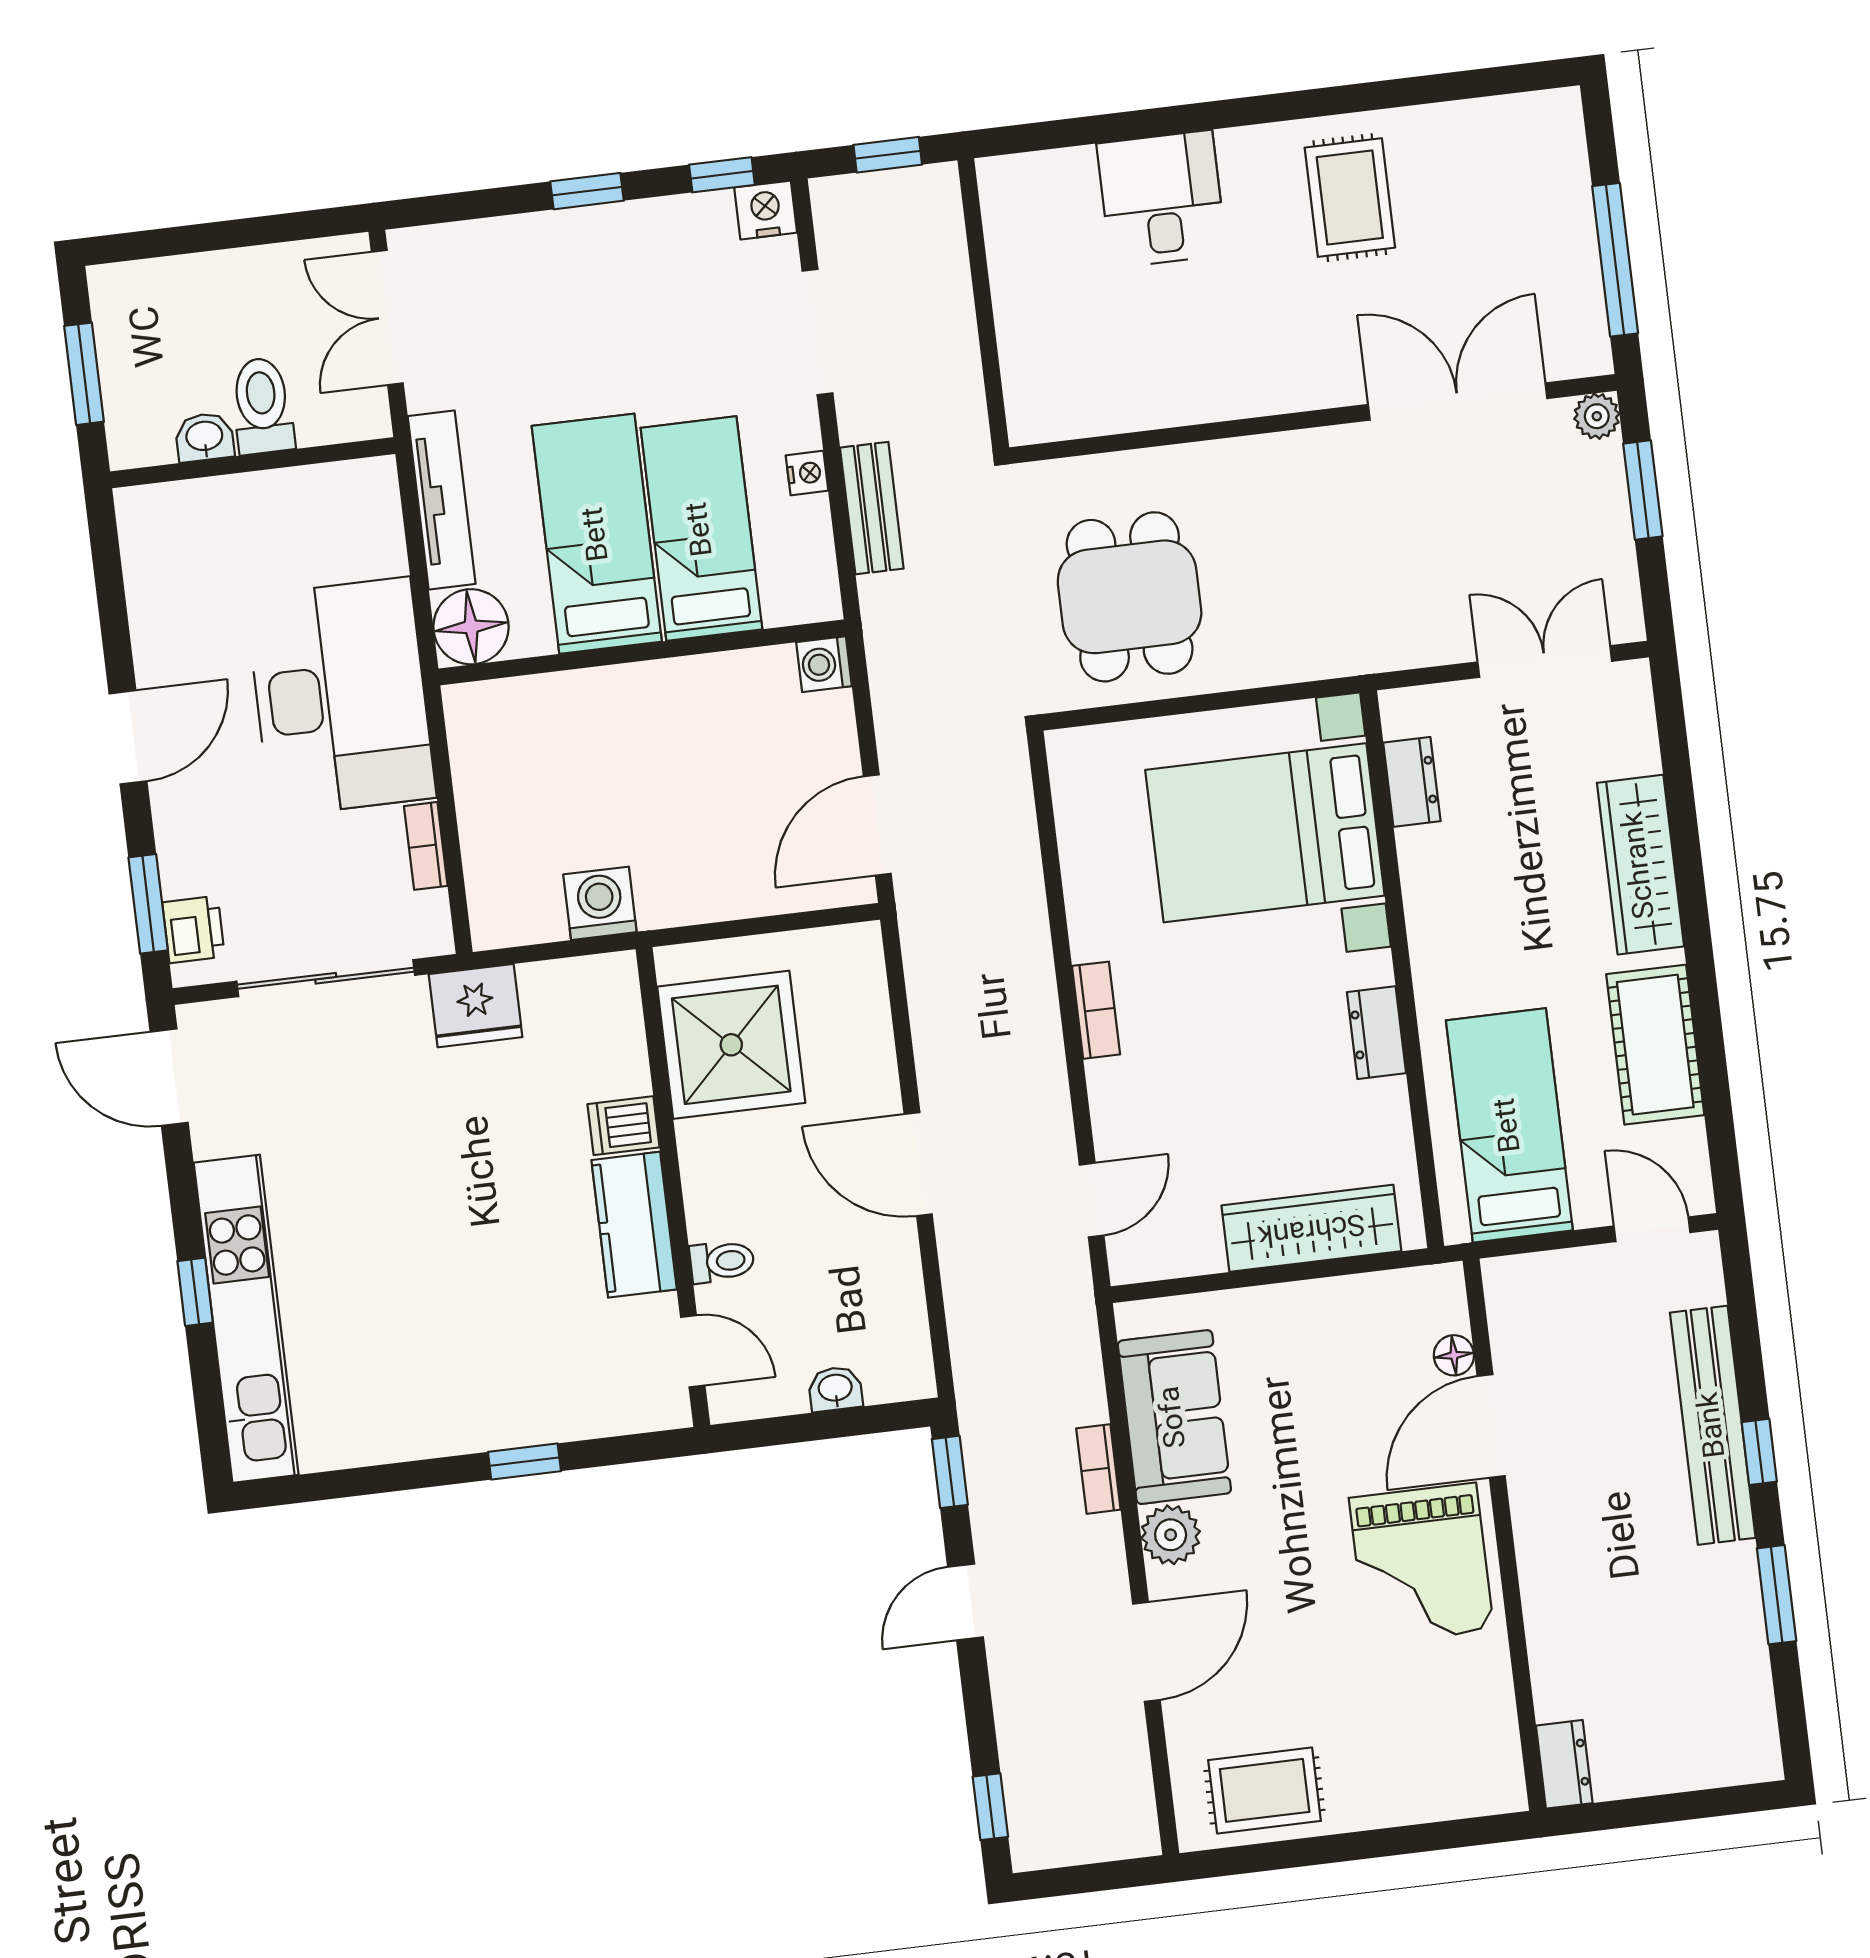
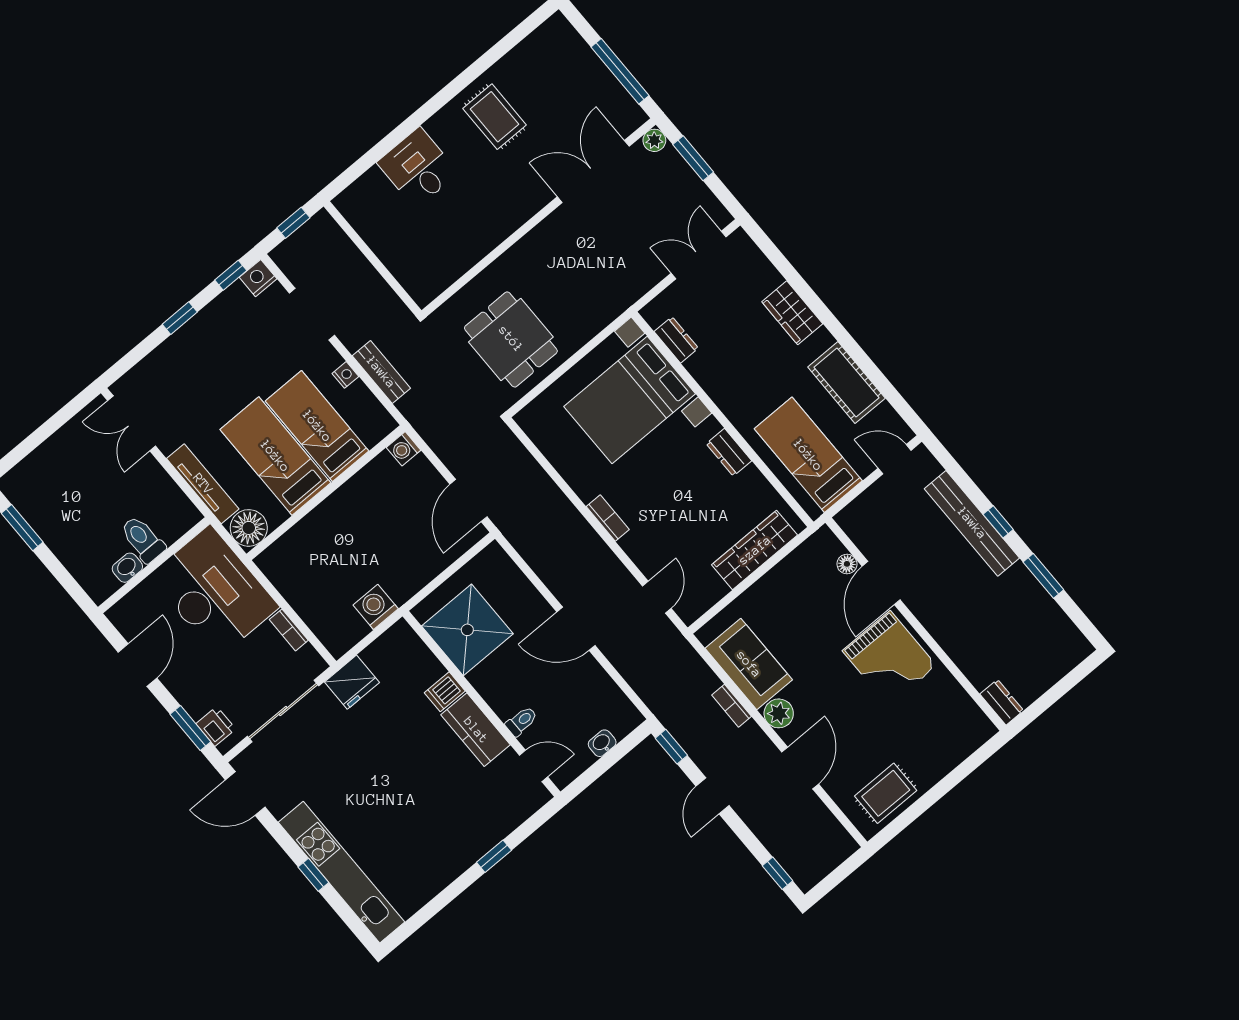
toilet: (262, 406) -> (143, 539), moved
washbasin: (204, 437) -> (127, 568), moved
wall: (253, 463) -> (154, 565), moved
wardrobe: (1640, 865) -> (792, 313), width x0.67

